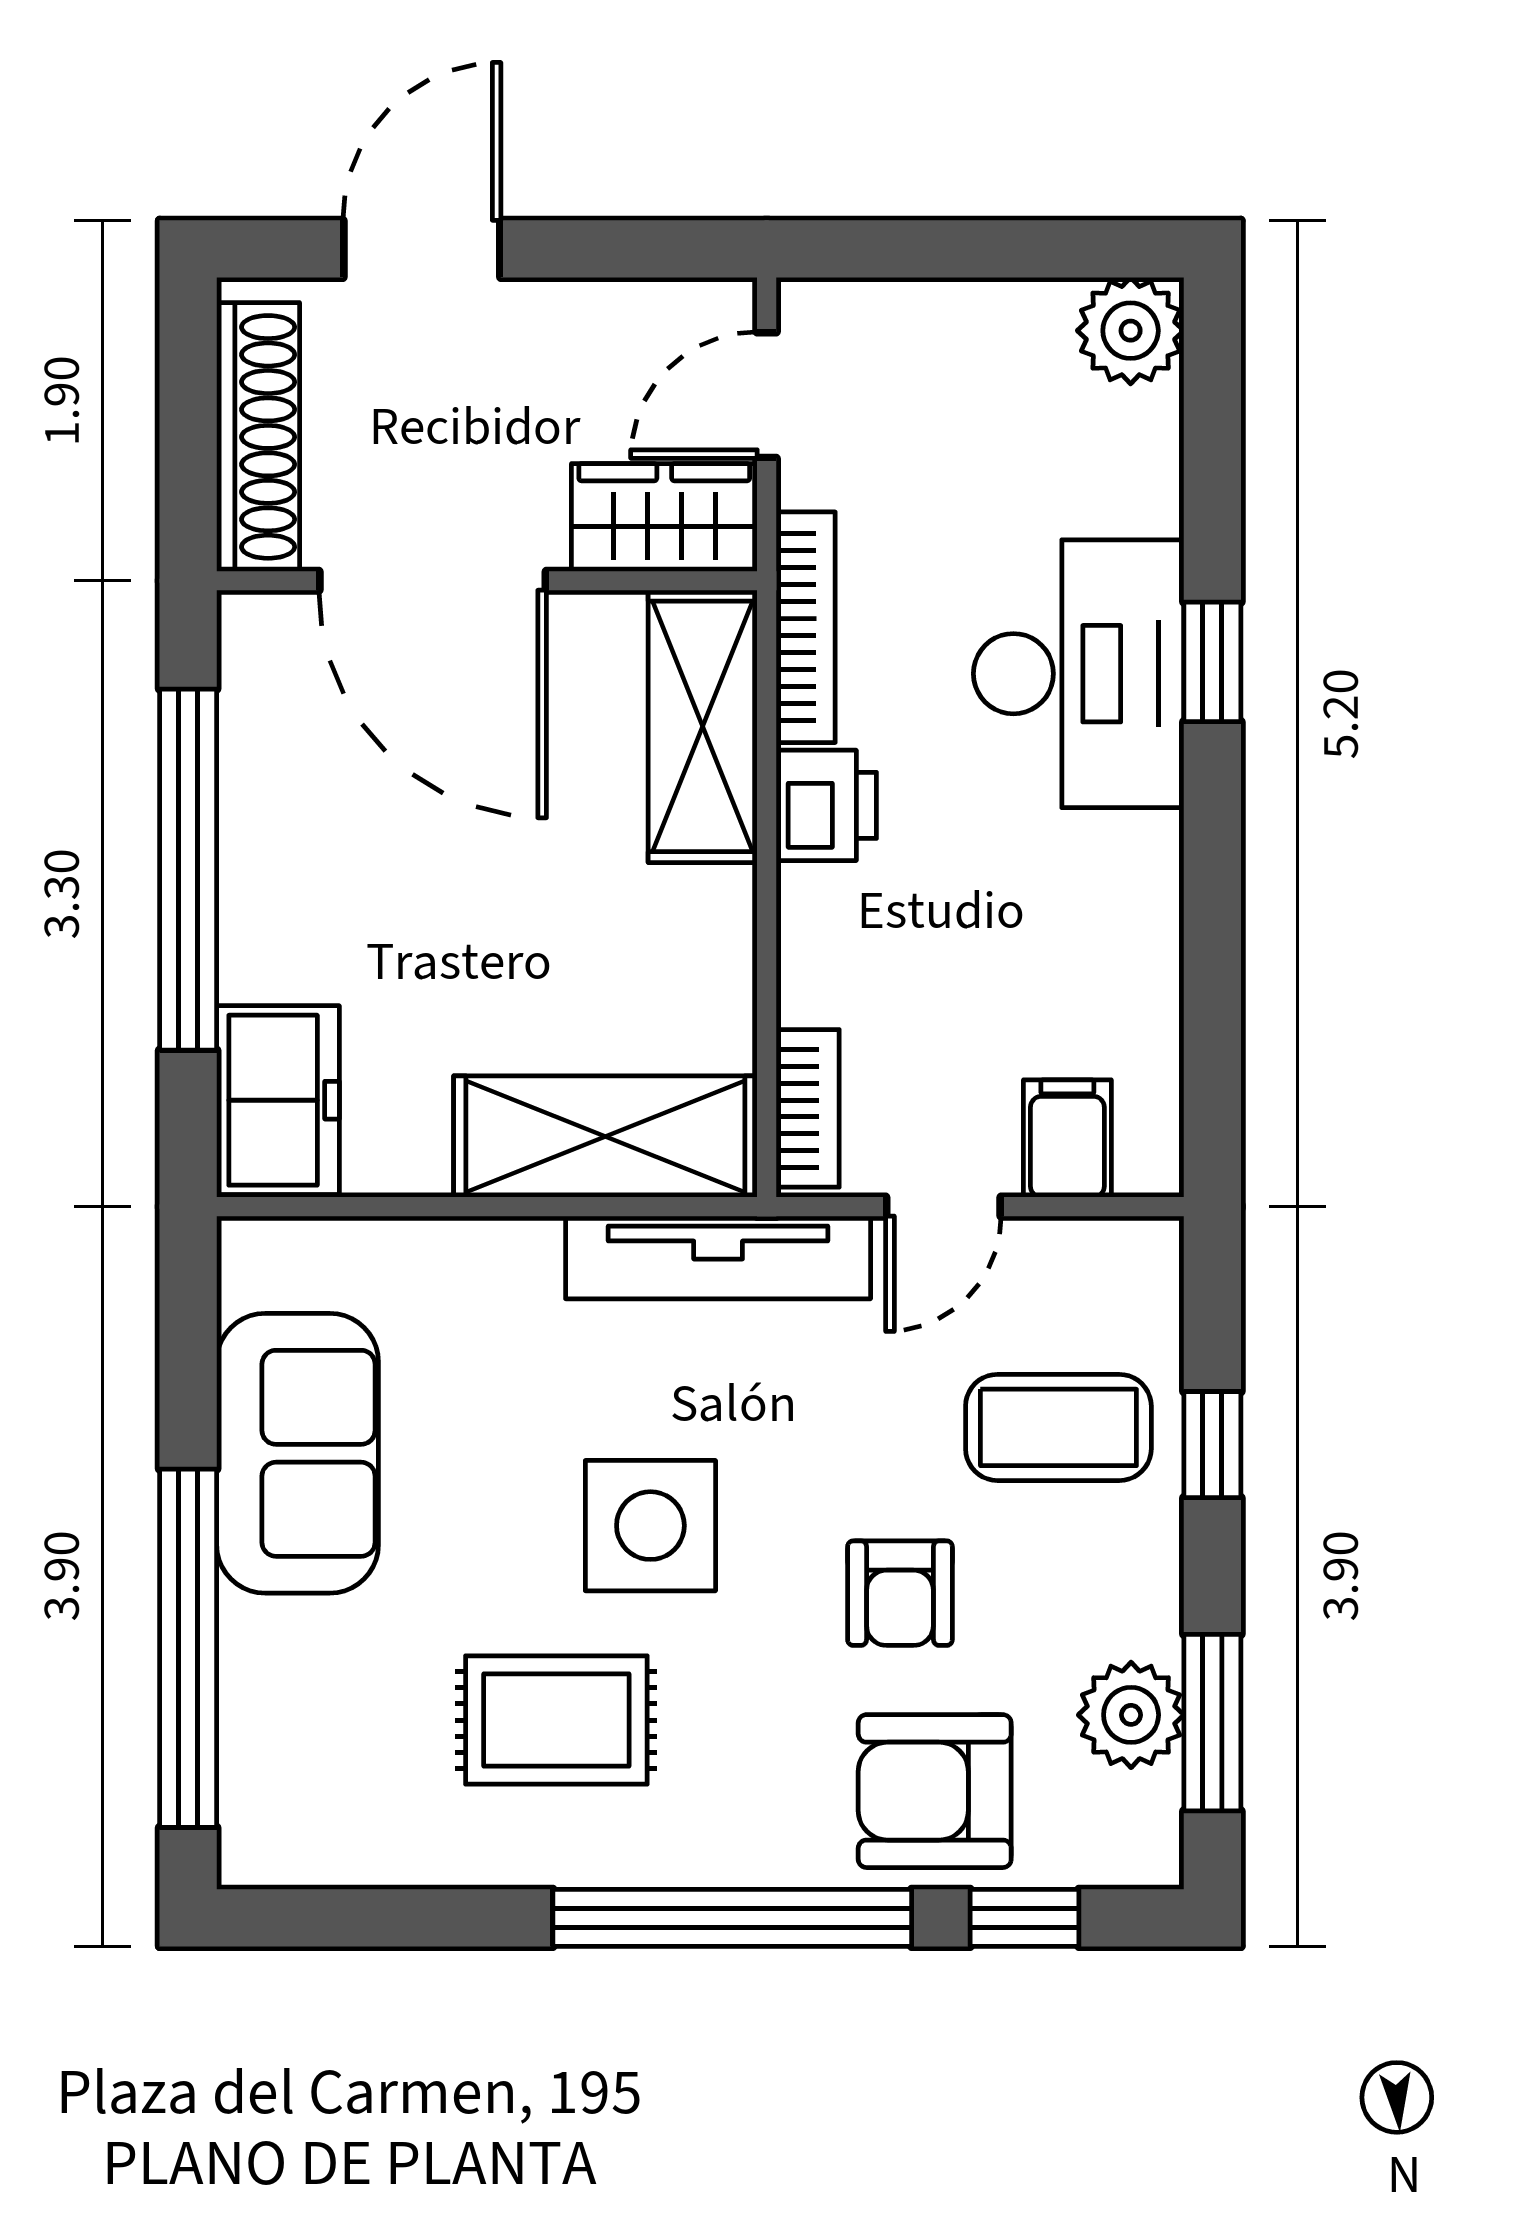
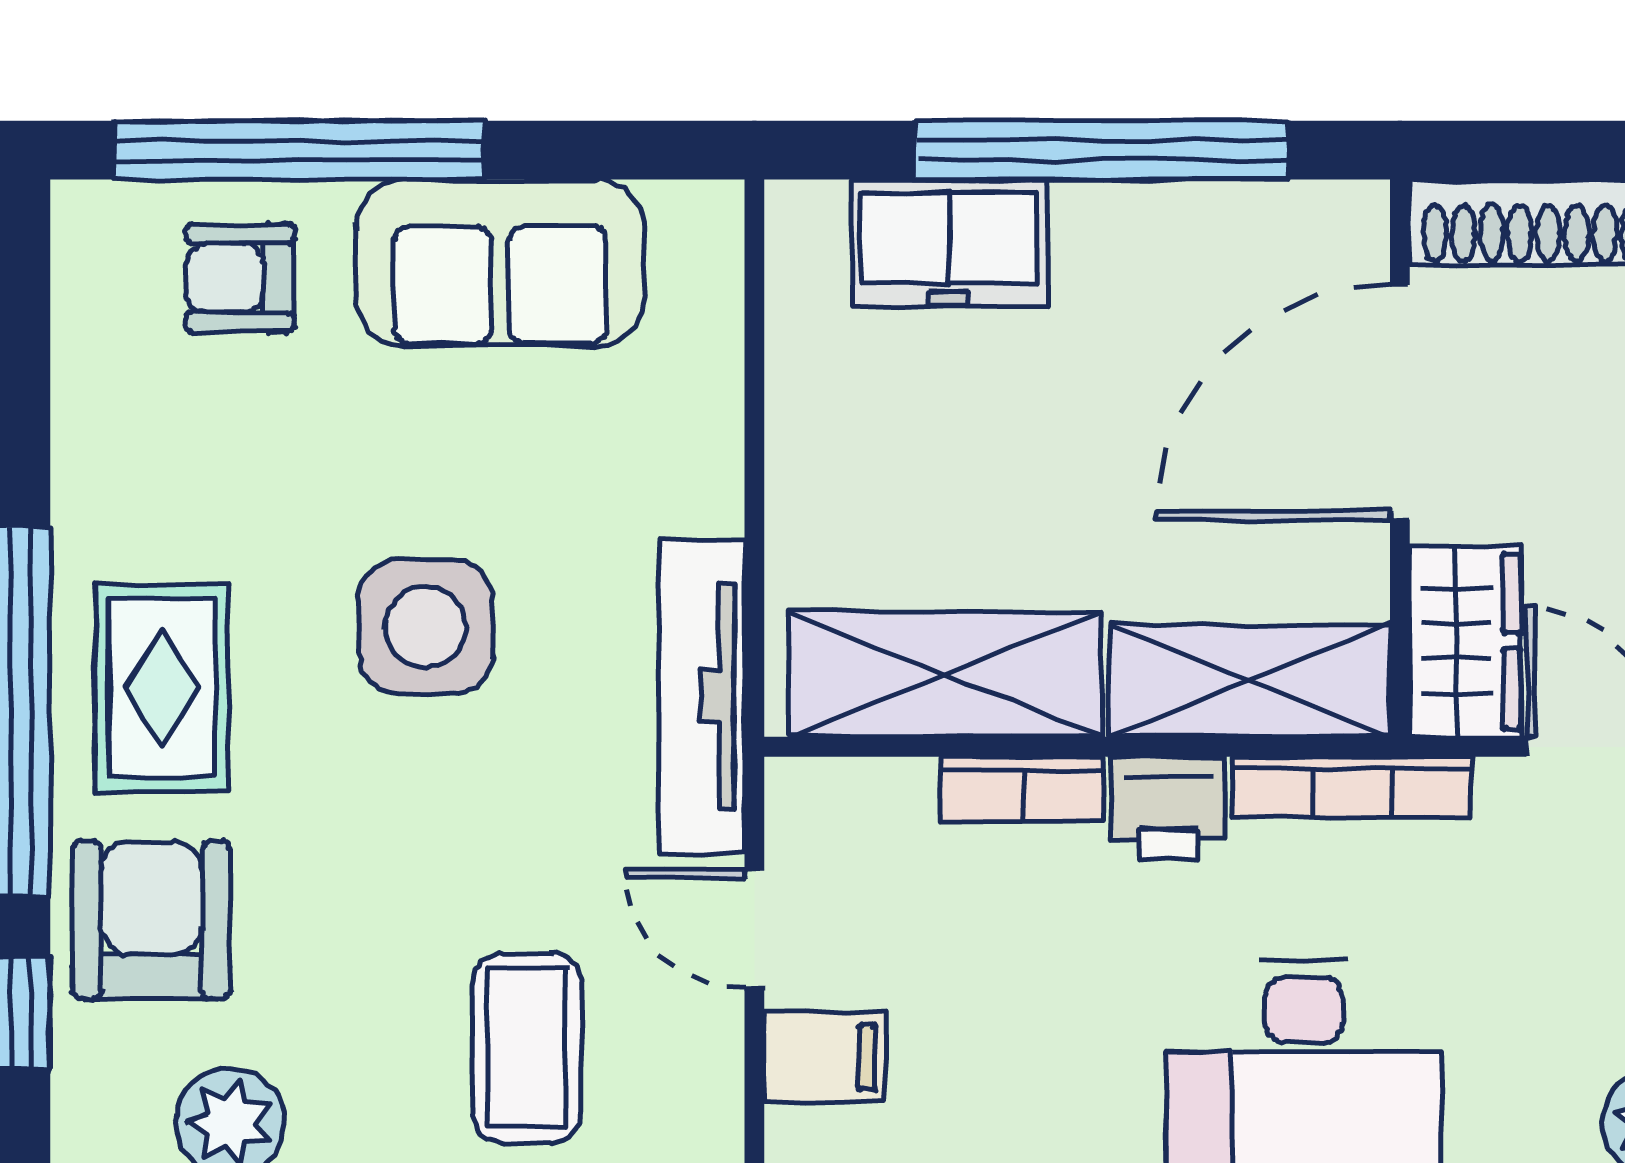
freezer: (278, 1100) -> (949, 243), moved
bookcase: (808, 1108) -> (1022, 789), moved
shelving: (605, 1136) -> (945, 674), moved, turned 90
armchair: (900, 1593) -> (240, 278), moved
rug: (556, 1720) -> (162, 688), moved

